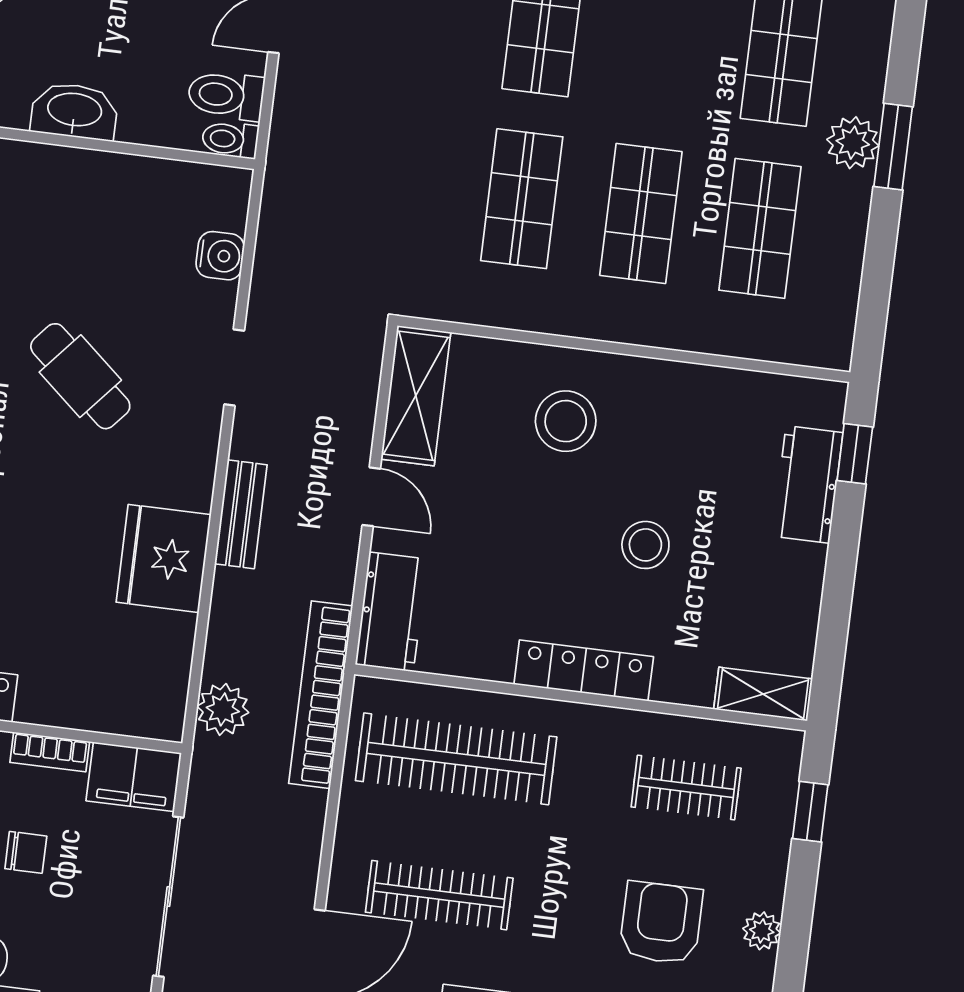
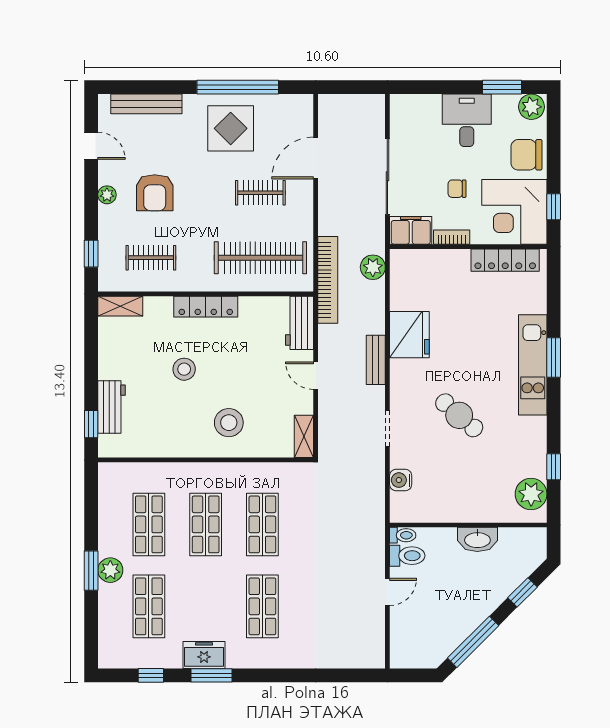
shelving: (416, 396) -> (304, 436), width x0.67, depth x0.75
clothes rail: (439, 895) -> (260, 193), width x0.73

